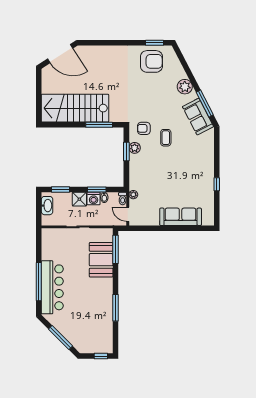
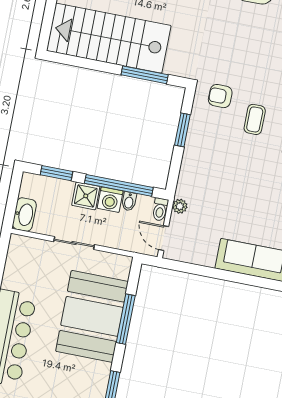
plant: (135, 148) -> (198, 126), removed
window: (97, 190) -> (119, 185), width x2.11
washbasin: (47, 206) -> (24, 214), moved
window: (115, 249) -> (126, 319), moved
booth: (101, 260) -> (92, 316), width x1.36, depth x1.42

